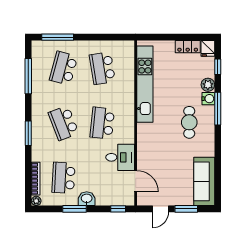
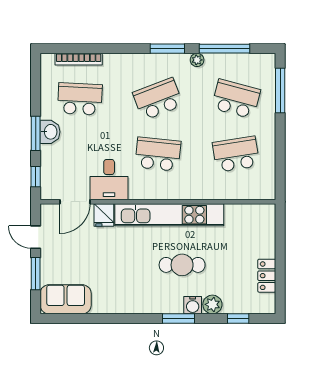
fridge: (208, 48) -> (104, 215), moved, turned -90
kitchen unit: (145, 84) -> (169, 215), moved
window: (218, 109) -> (179, 319), width x0.69
cafe table: (189, 122) -> (182, 265), moved
window: (28, 133) -> (167, 49), moved
sofa: (204, 181) -> (66, 299), width x0.73
plant: (36, 201) -> (197, 60), moved
window: (75, 209) -> (36, 133), moved

